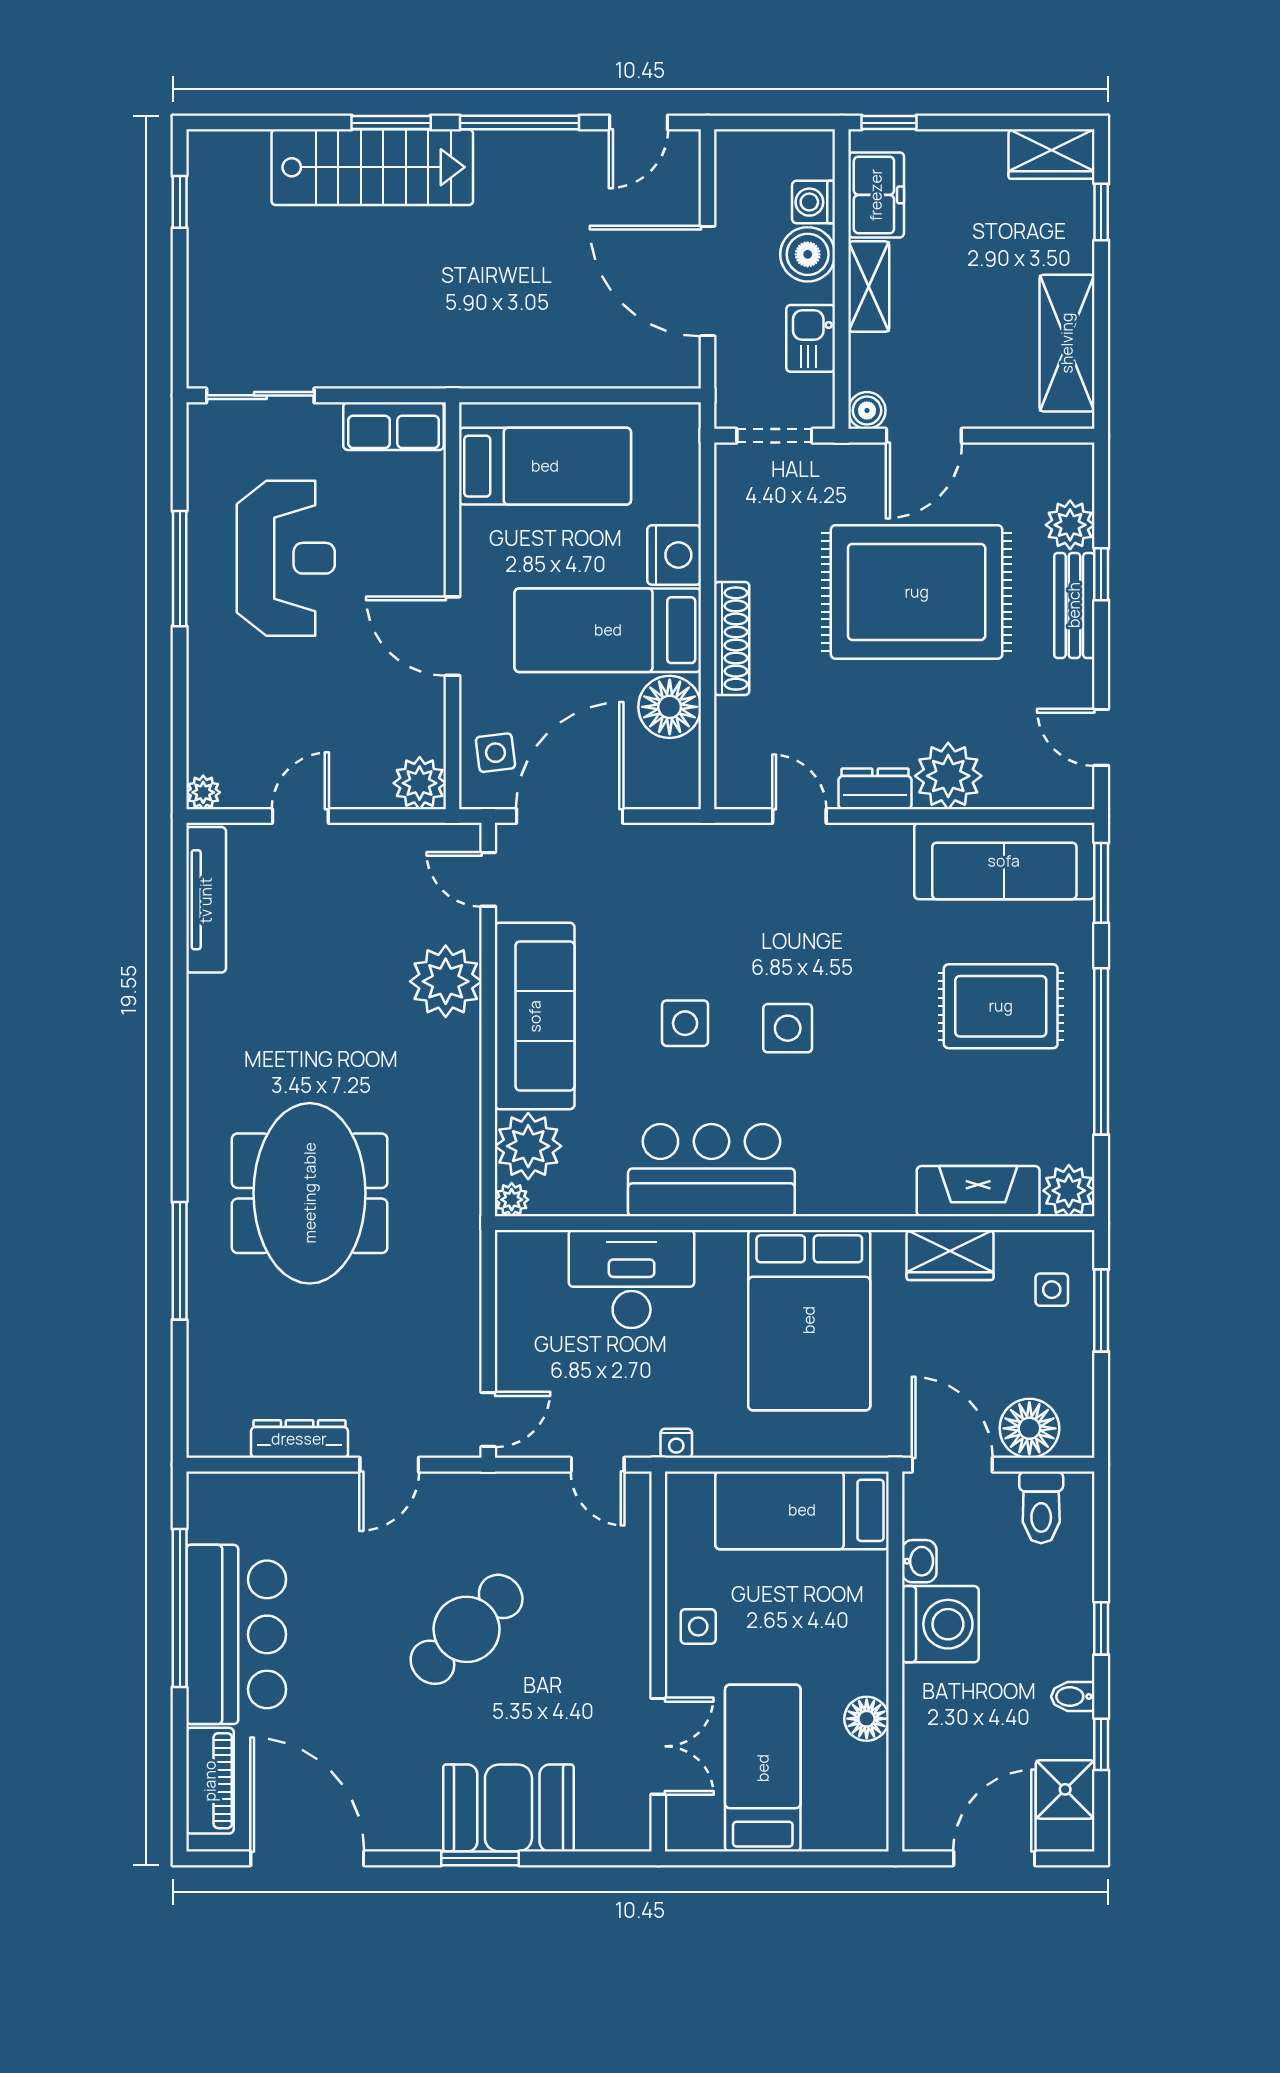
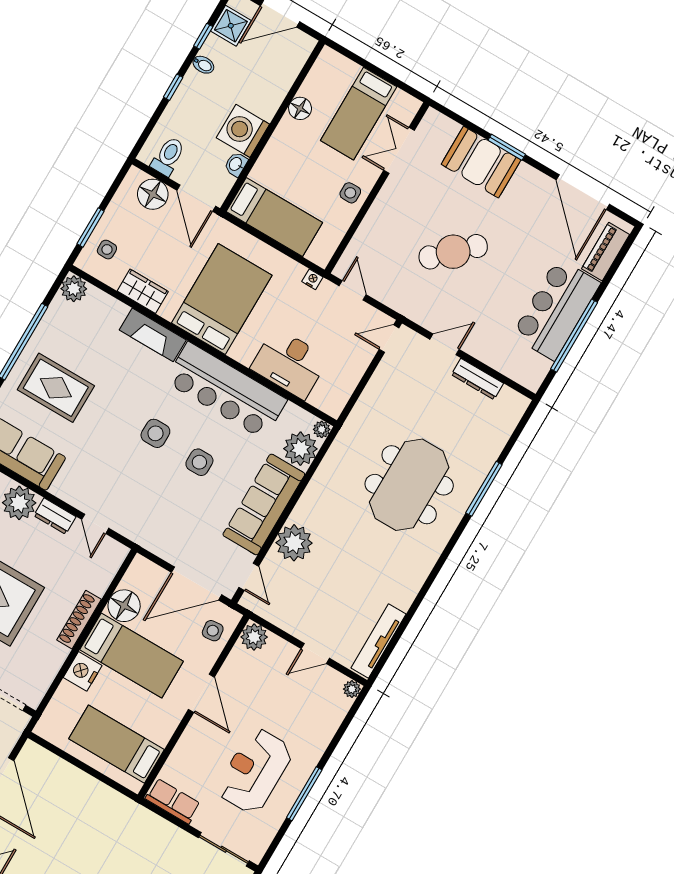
bar counter: (711, 1170) -> (226, 391), width x1.36
fireplace: (978, 1191) -> (153, 335), moved

